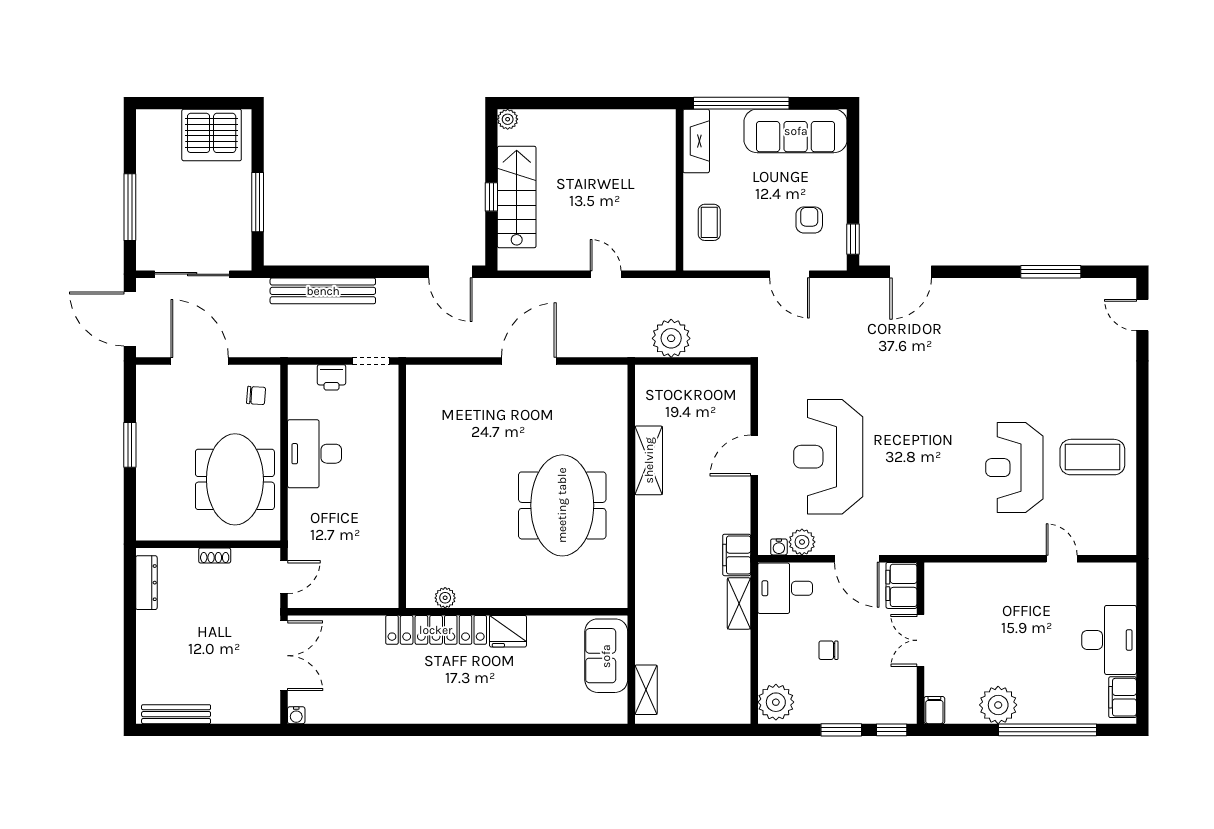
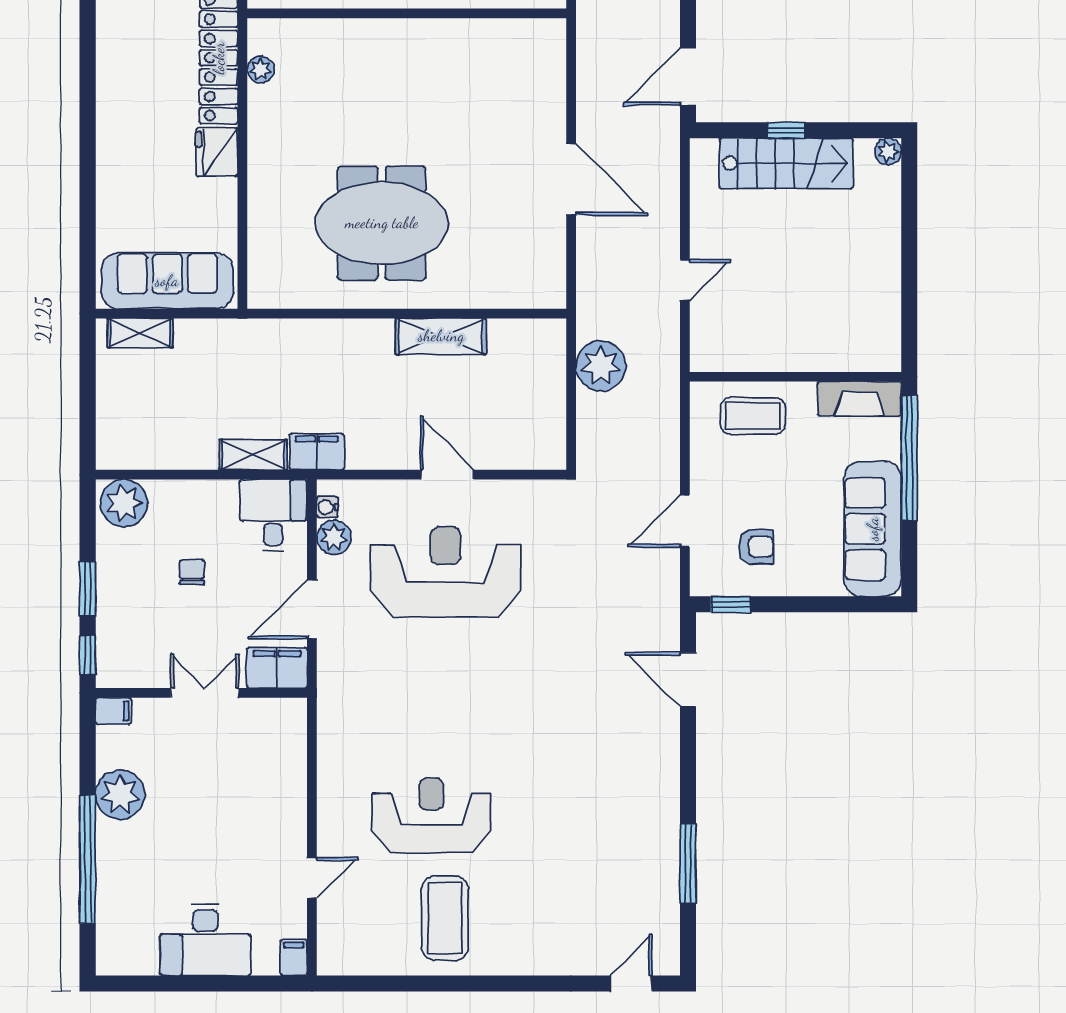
coffee table: (709, 222) -> (753, 416), width x1.36, depth x1.30
sofa: (606, 656) -> (167, 281), width x1.36
filing cabinet: (1123, 697) -> (294, 958), moved, width x0.50

